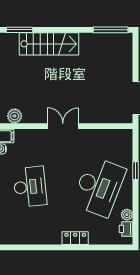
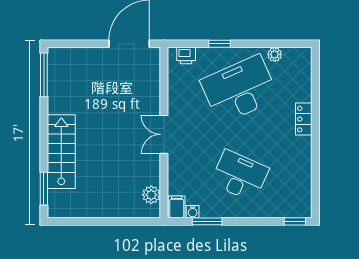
desk: (30, 187) -> (240, 176), turned 30
desk: (99, 187) -> (240, 89), turned -45
printer: (126, 229) -> (186, 56), moved

